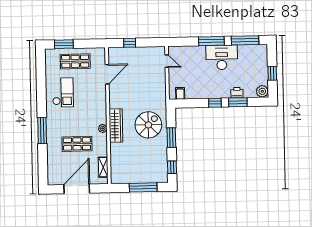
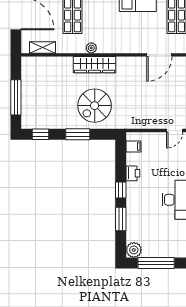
window: (272, 73) -> (156, 263), width x2.17
door: (107, 74) -> (159, 55), hinge flipped
printer: (237, 93) -> (133, 173), moved
spiral stairs: (148, 125) -> (95, 106), turned 90

